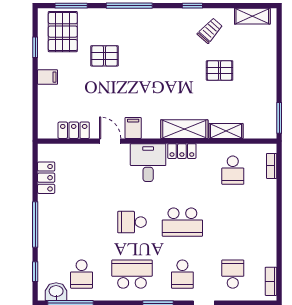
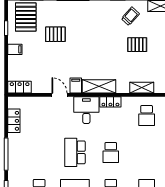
shelving: (184, 129) -> (99, 86), moved
locker: (74, 130) -> (20, 87), moved
school desk: (132, 222) -> (75, 152), width x1.85
school desk: (182, 222) -> (111, 152), width x0.54

